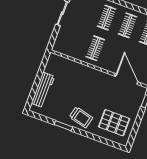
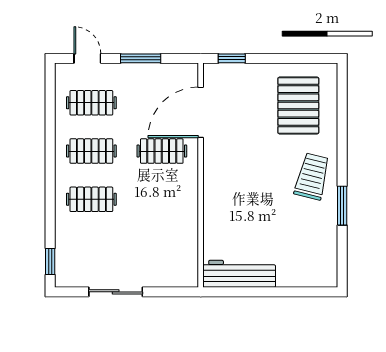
clothes rail: (95, 48) -> (162, 151), moved
workbench: (43, 90) -> (239, 274), moved

